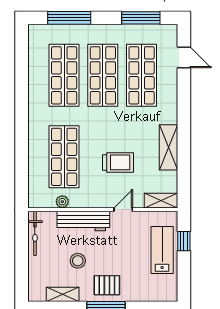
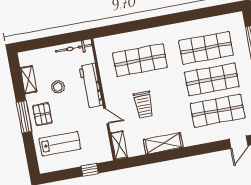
plant: (62, 202) -> (103, 66), removed
lab bench: (162, 250) -> (60, 144), moved

